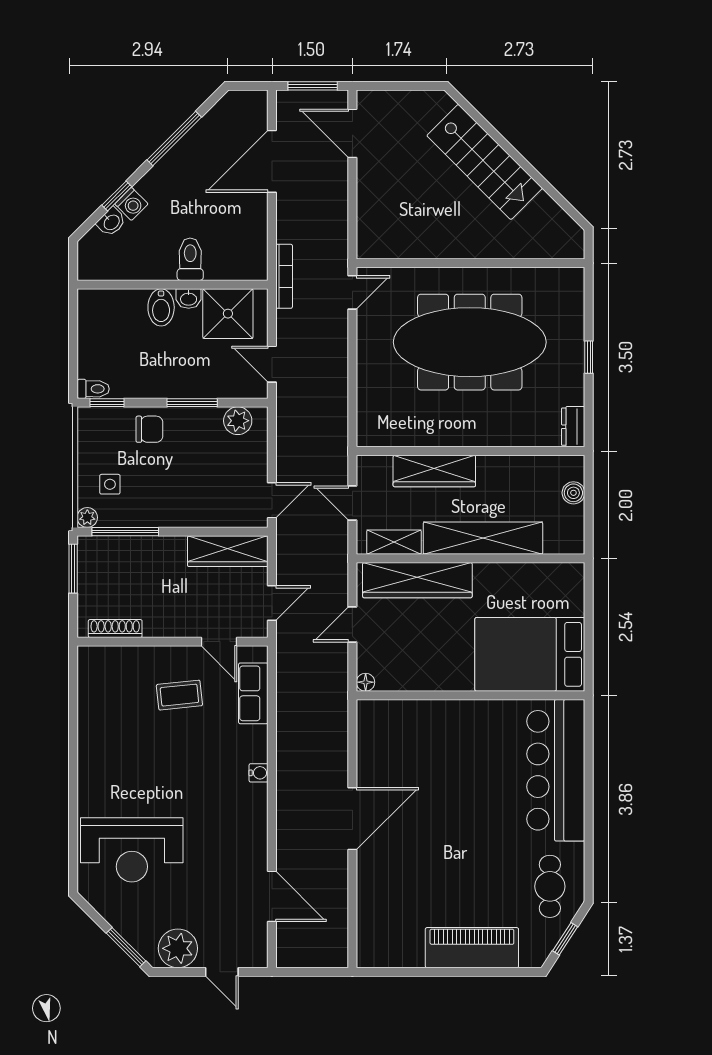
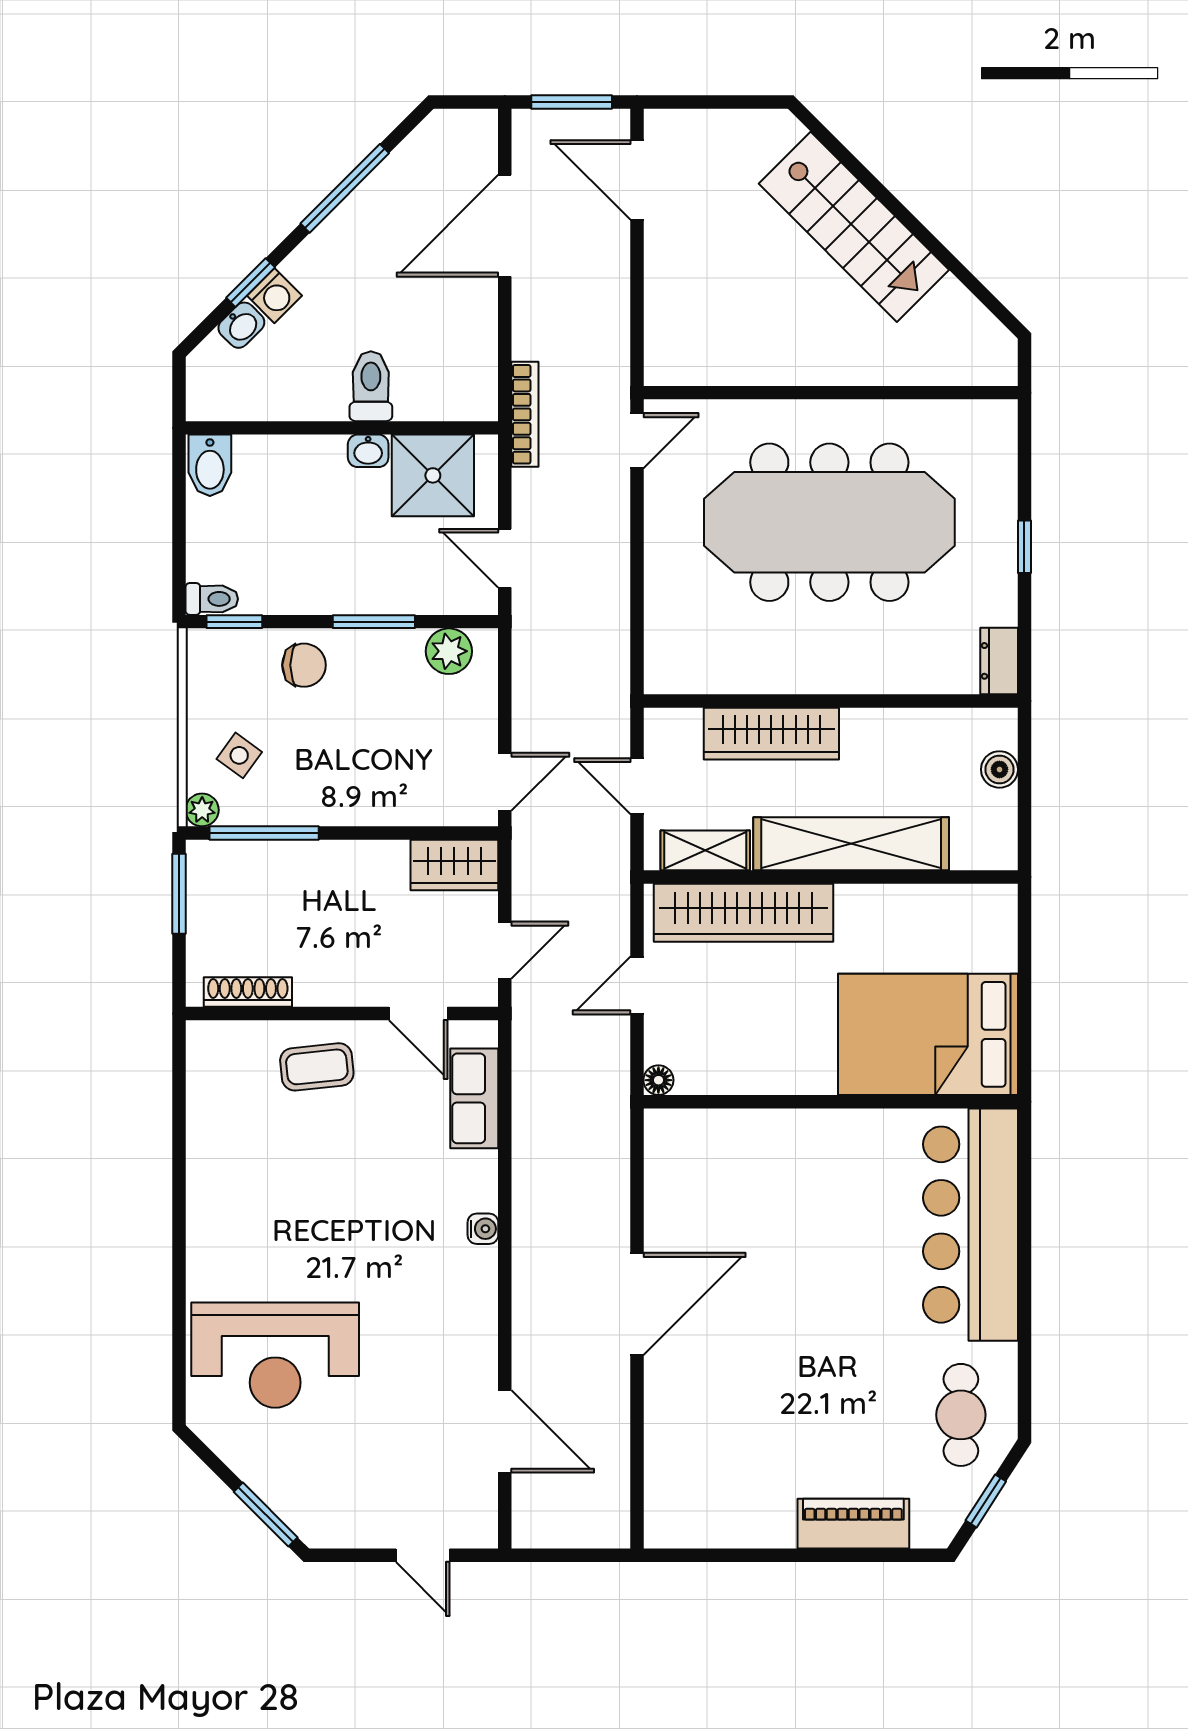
bidet: (161, 307) -> (210, 465), moved
side table: (110, 484) -> (239, 755), turned 36
wardrobe: (228, 551) -> (454, 865), width x0.67
coffee table: (179, 695) -> (317, 1067), moved
plant: (178, 948) -> (351, 1517), removed
piano: (472, 948) -> (853, 1524), width x0.73, depth x0.75

